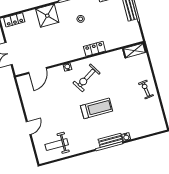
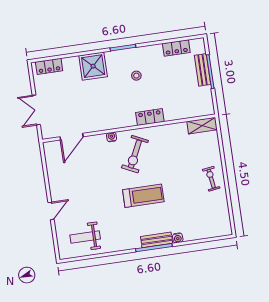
exercise bike: (87, 78) -> (135, 154), turned -32

